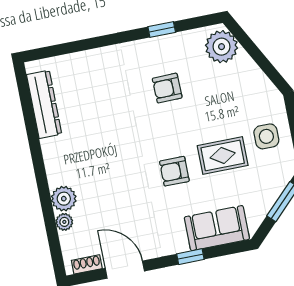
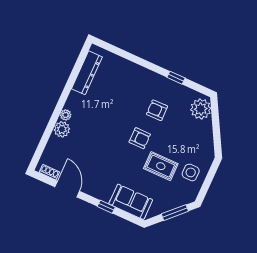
armchair: (174, 171) -> (140, 138), moved, turned 180
plant: (64, 222) -> (66, 115), moved

